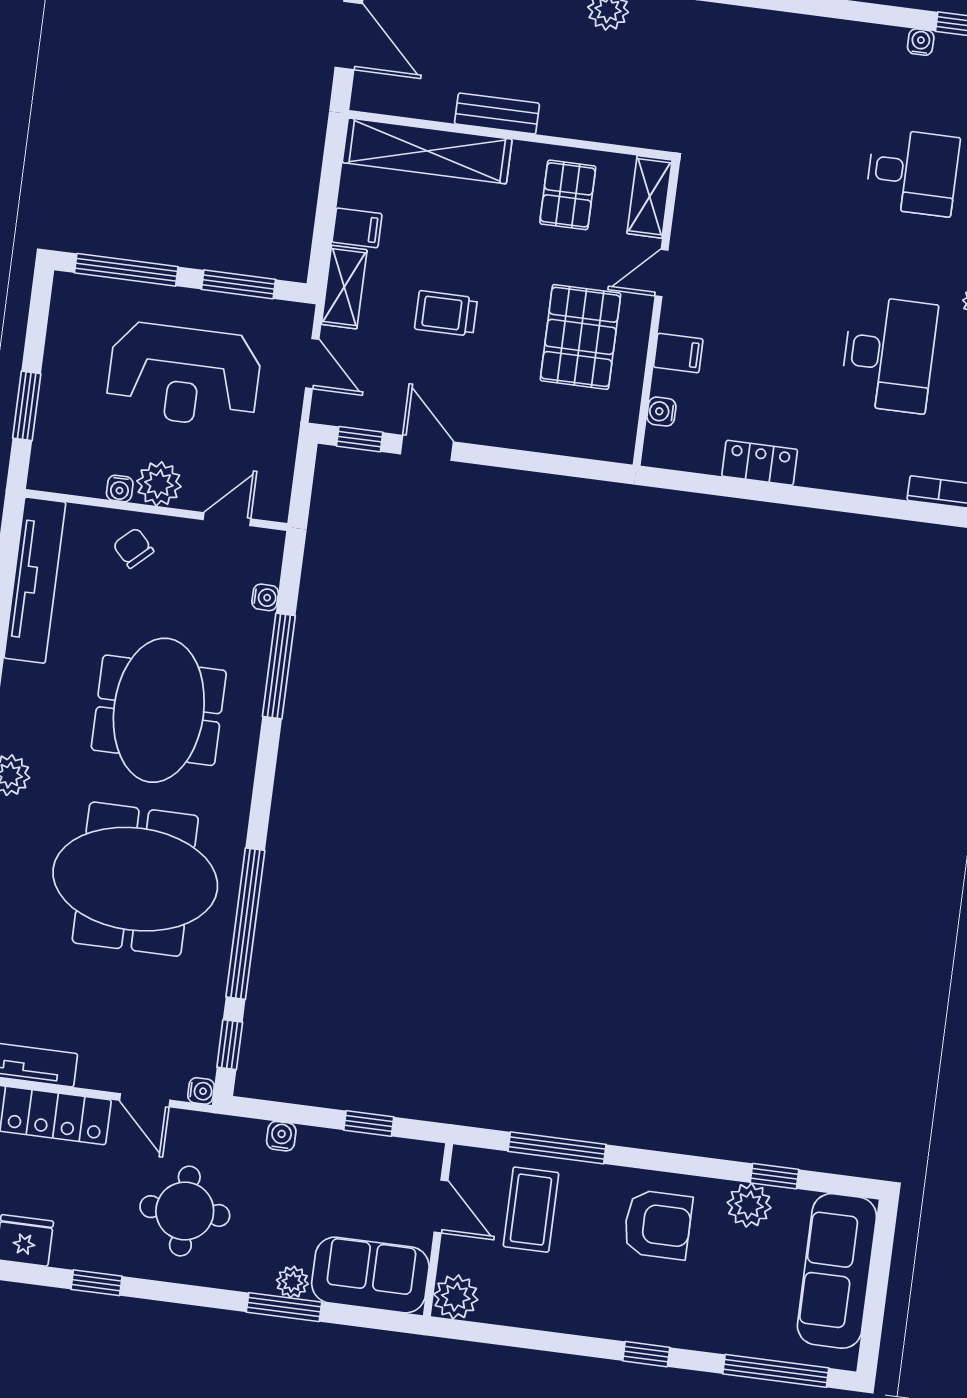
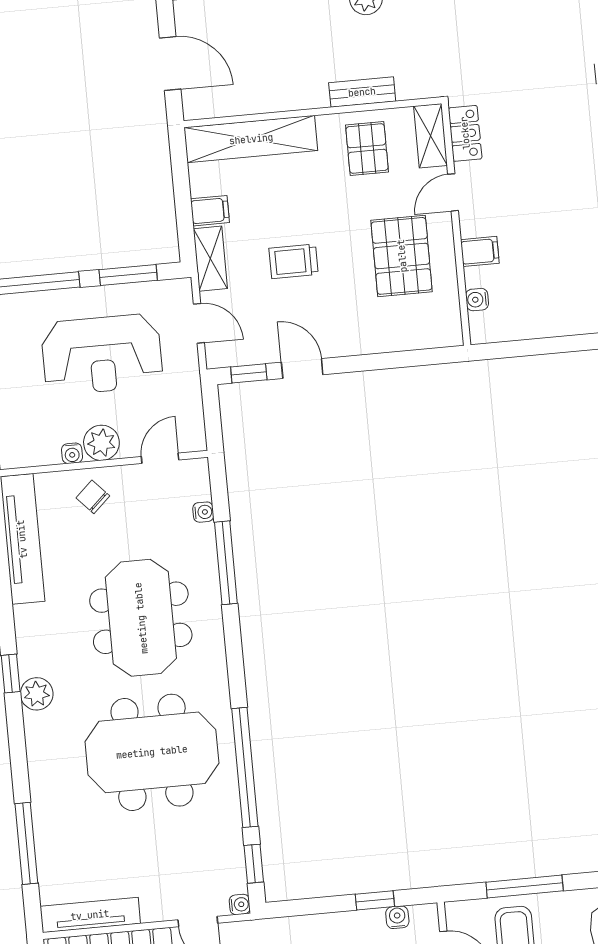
bench: (497, 114) -> (362, 92), moved
locker: (760, 463) -> (465, 133), moved, turned 90
water cooler: (281, 1136) -> (397, 917), moved

